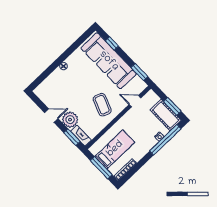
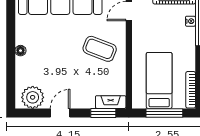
plant: (70, 120) -> (33, 97), moved

